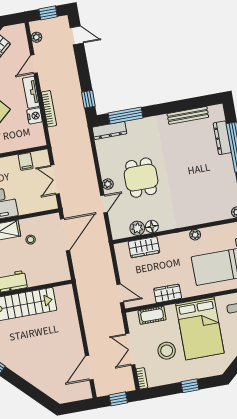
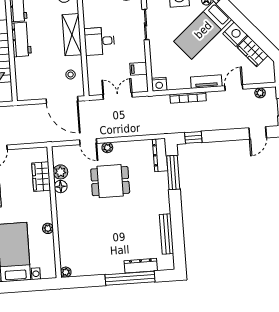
door: (34, 64) -> (234, 88), hinge flipped
nightstand: (35, 116) -> (159, 84), moved
stool: (31, 240) -> (71, 75), moved

